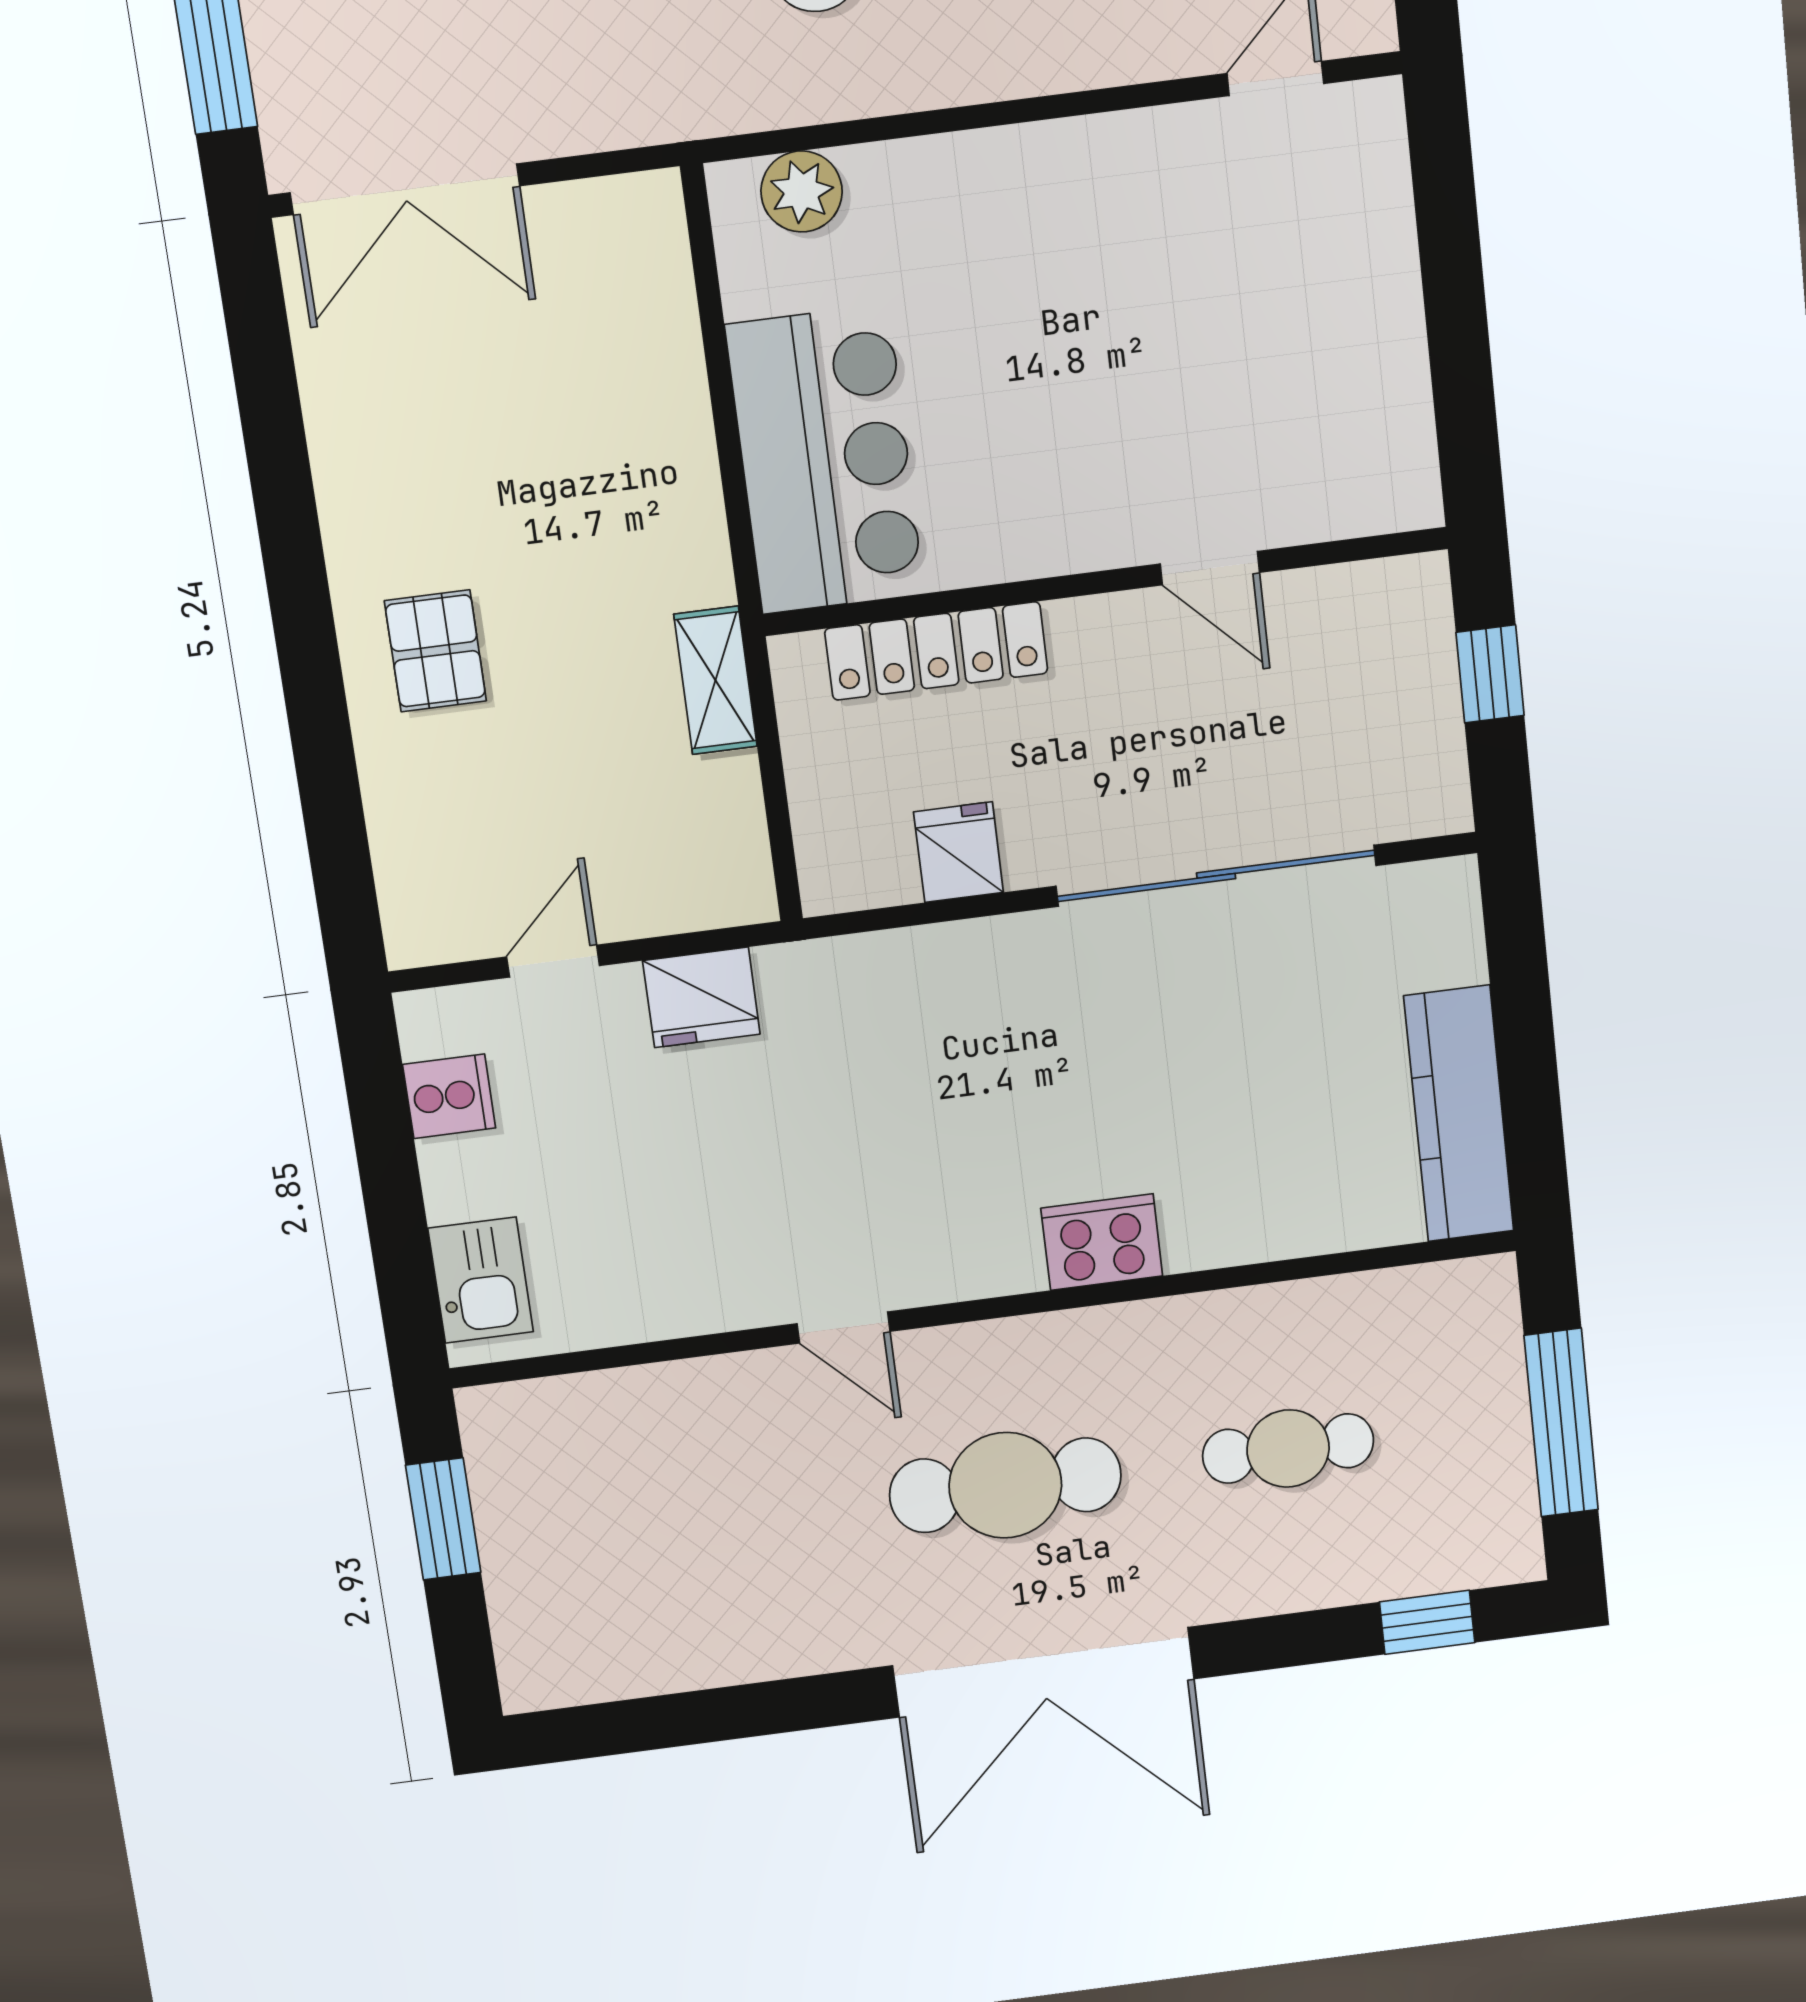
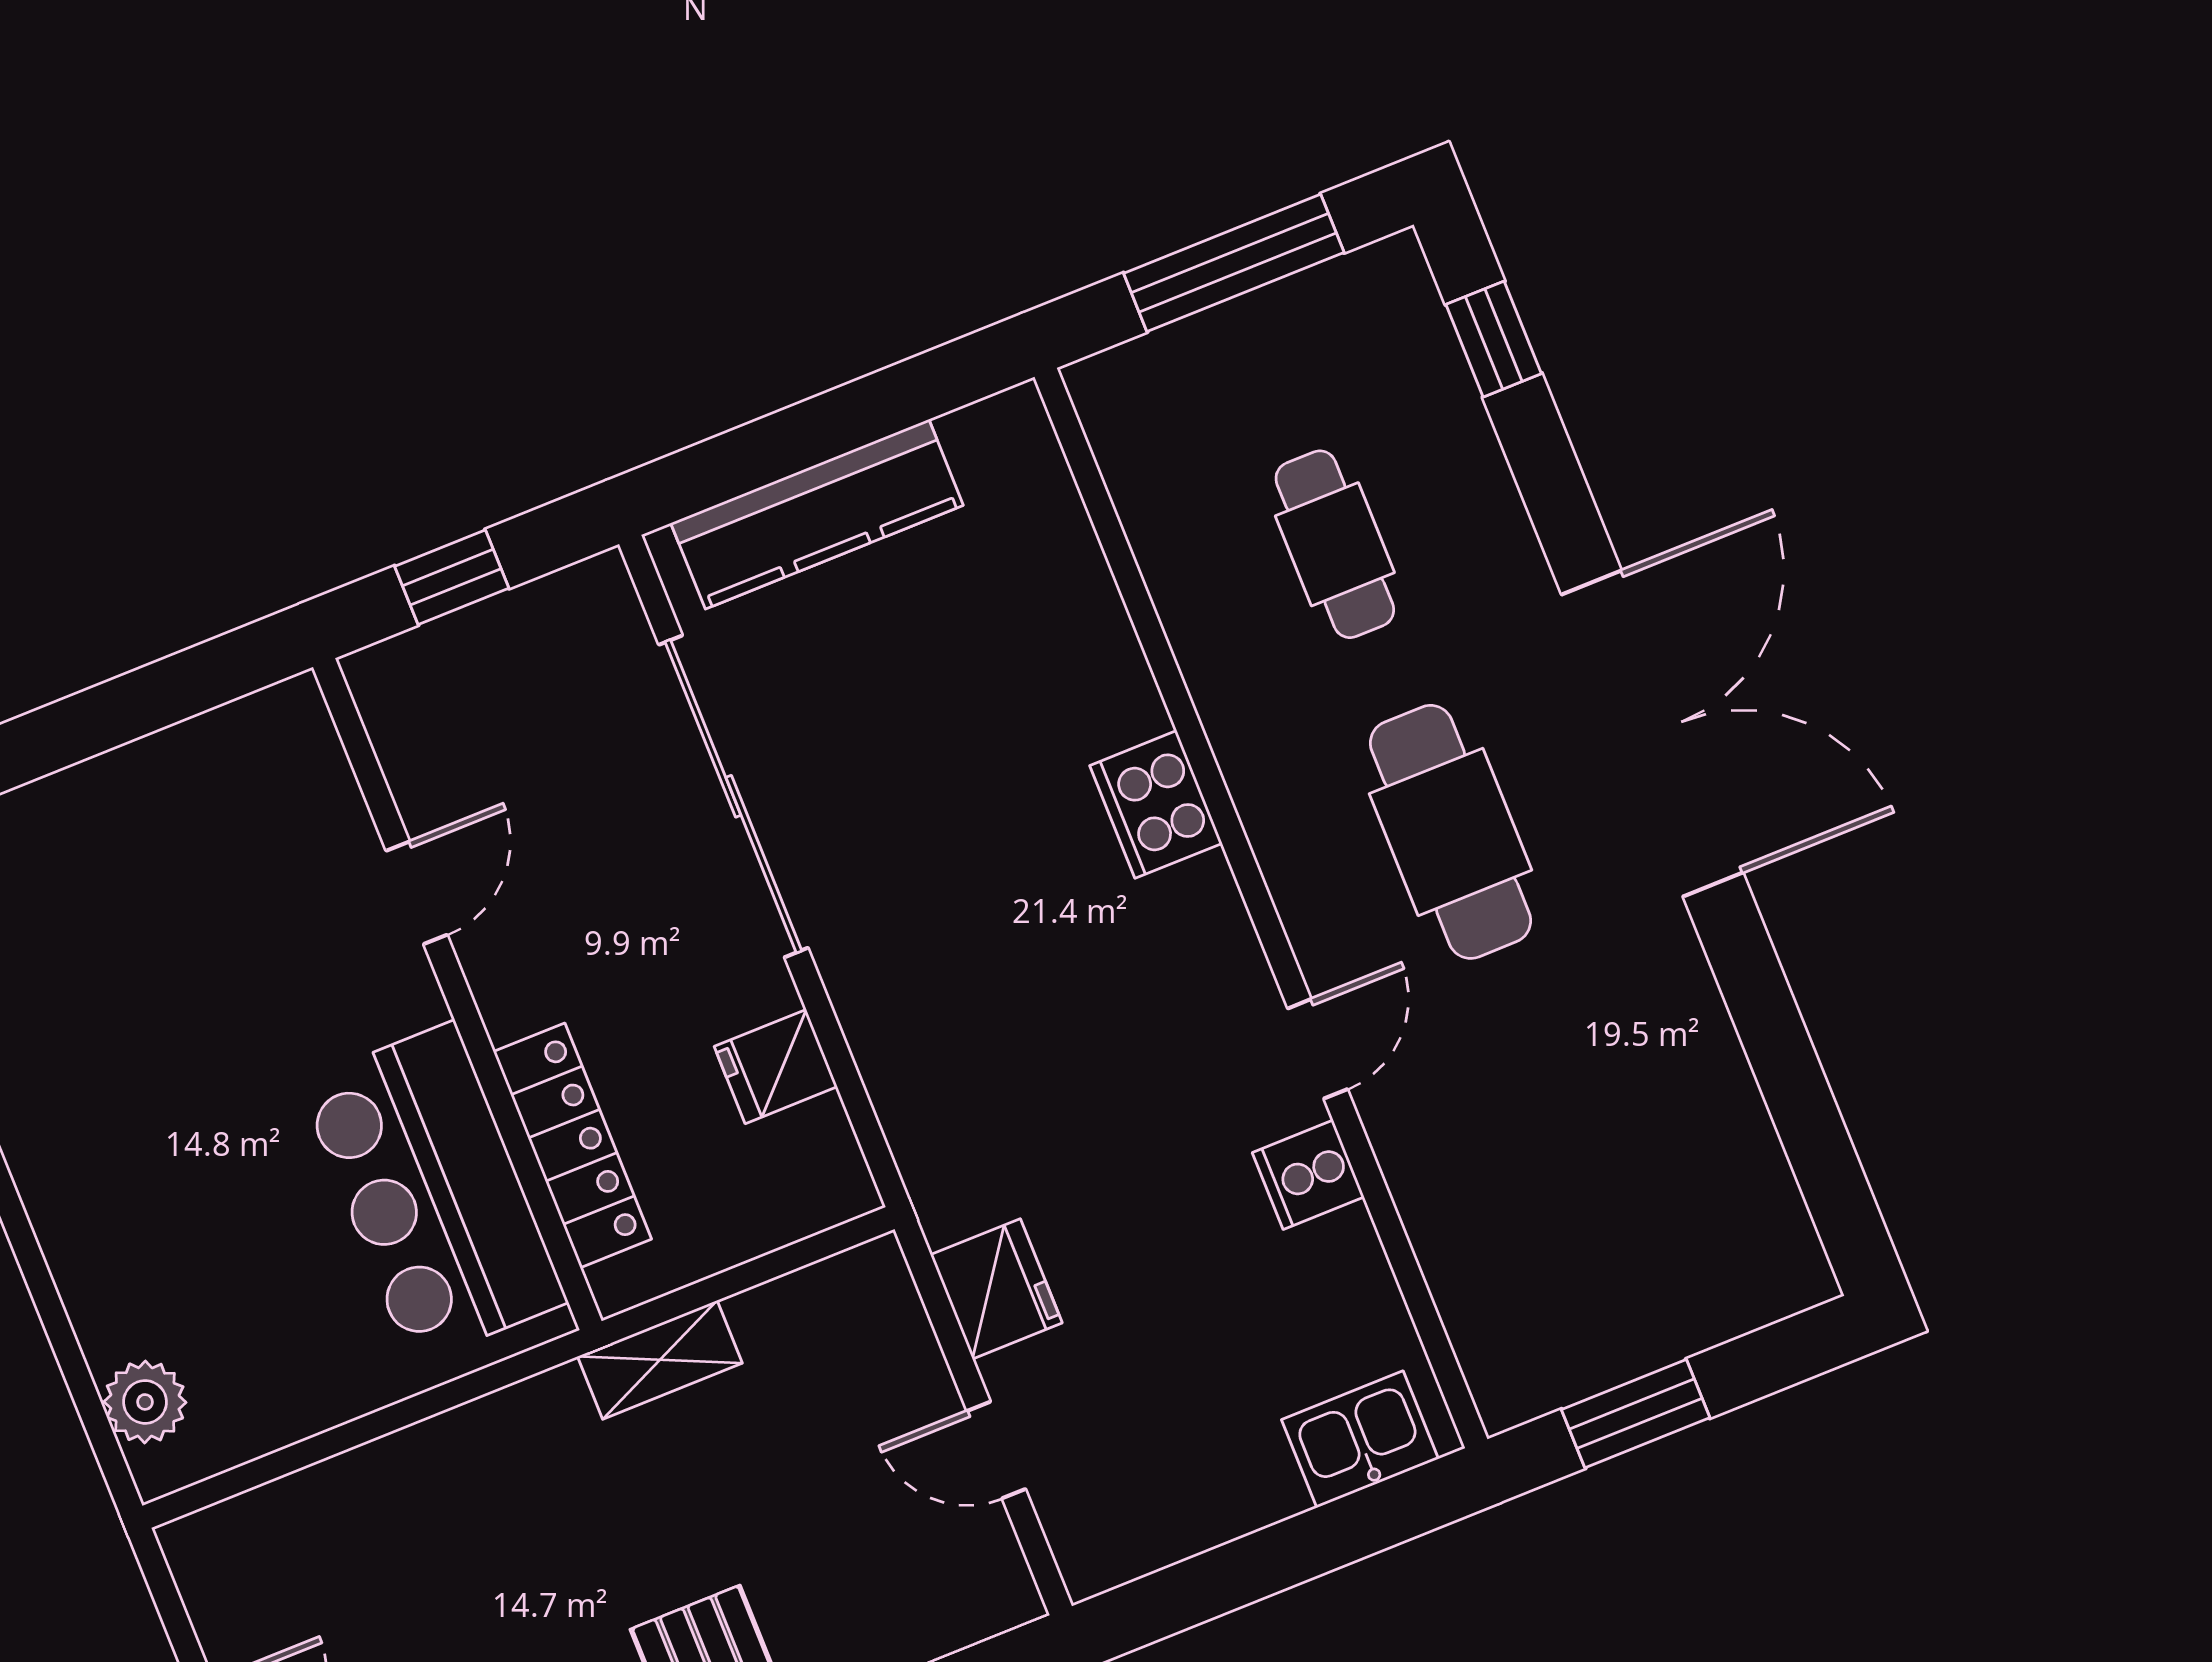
bar counter: (825, 460) -> (433, 1193), moved, turned -90
cooker: (449, 1096) -> (1308, 1175), moved, turned -90
kitchen counter: (1459, 1114) -> (817, 514), moved

